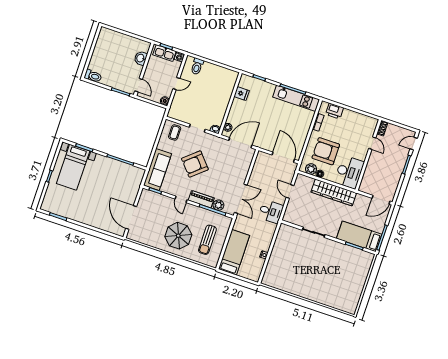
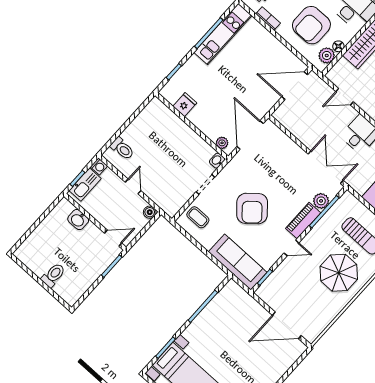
toilet: (93, 76) -> (53, 275), moved

